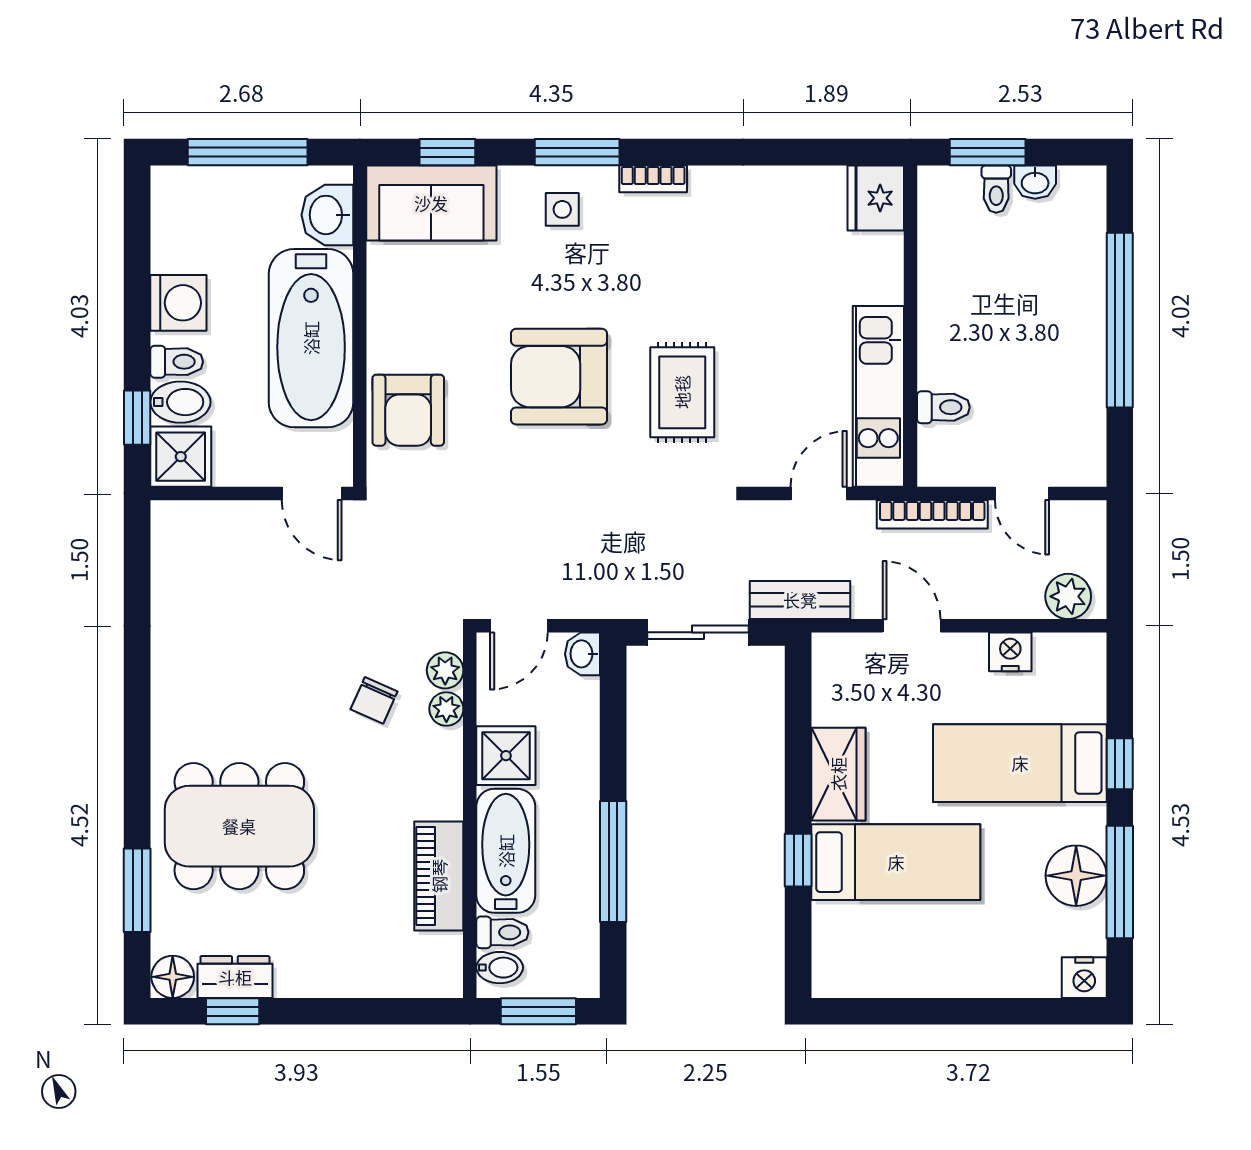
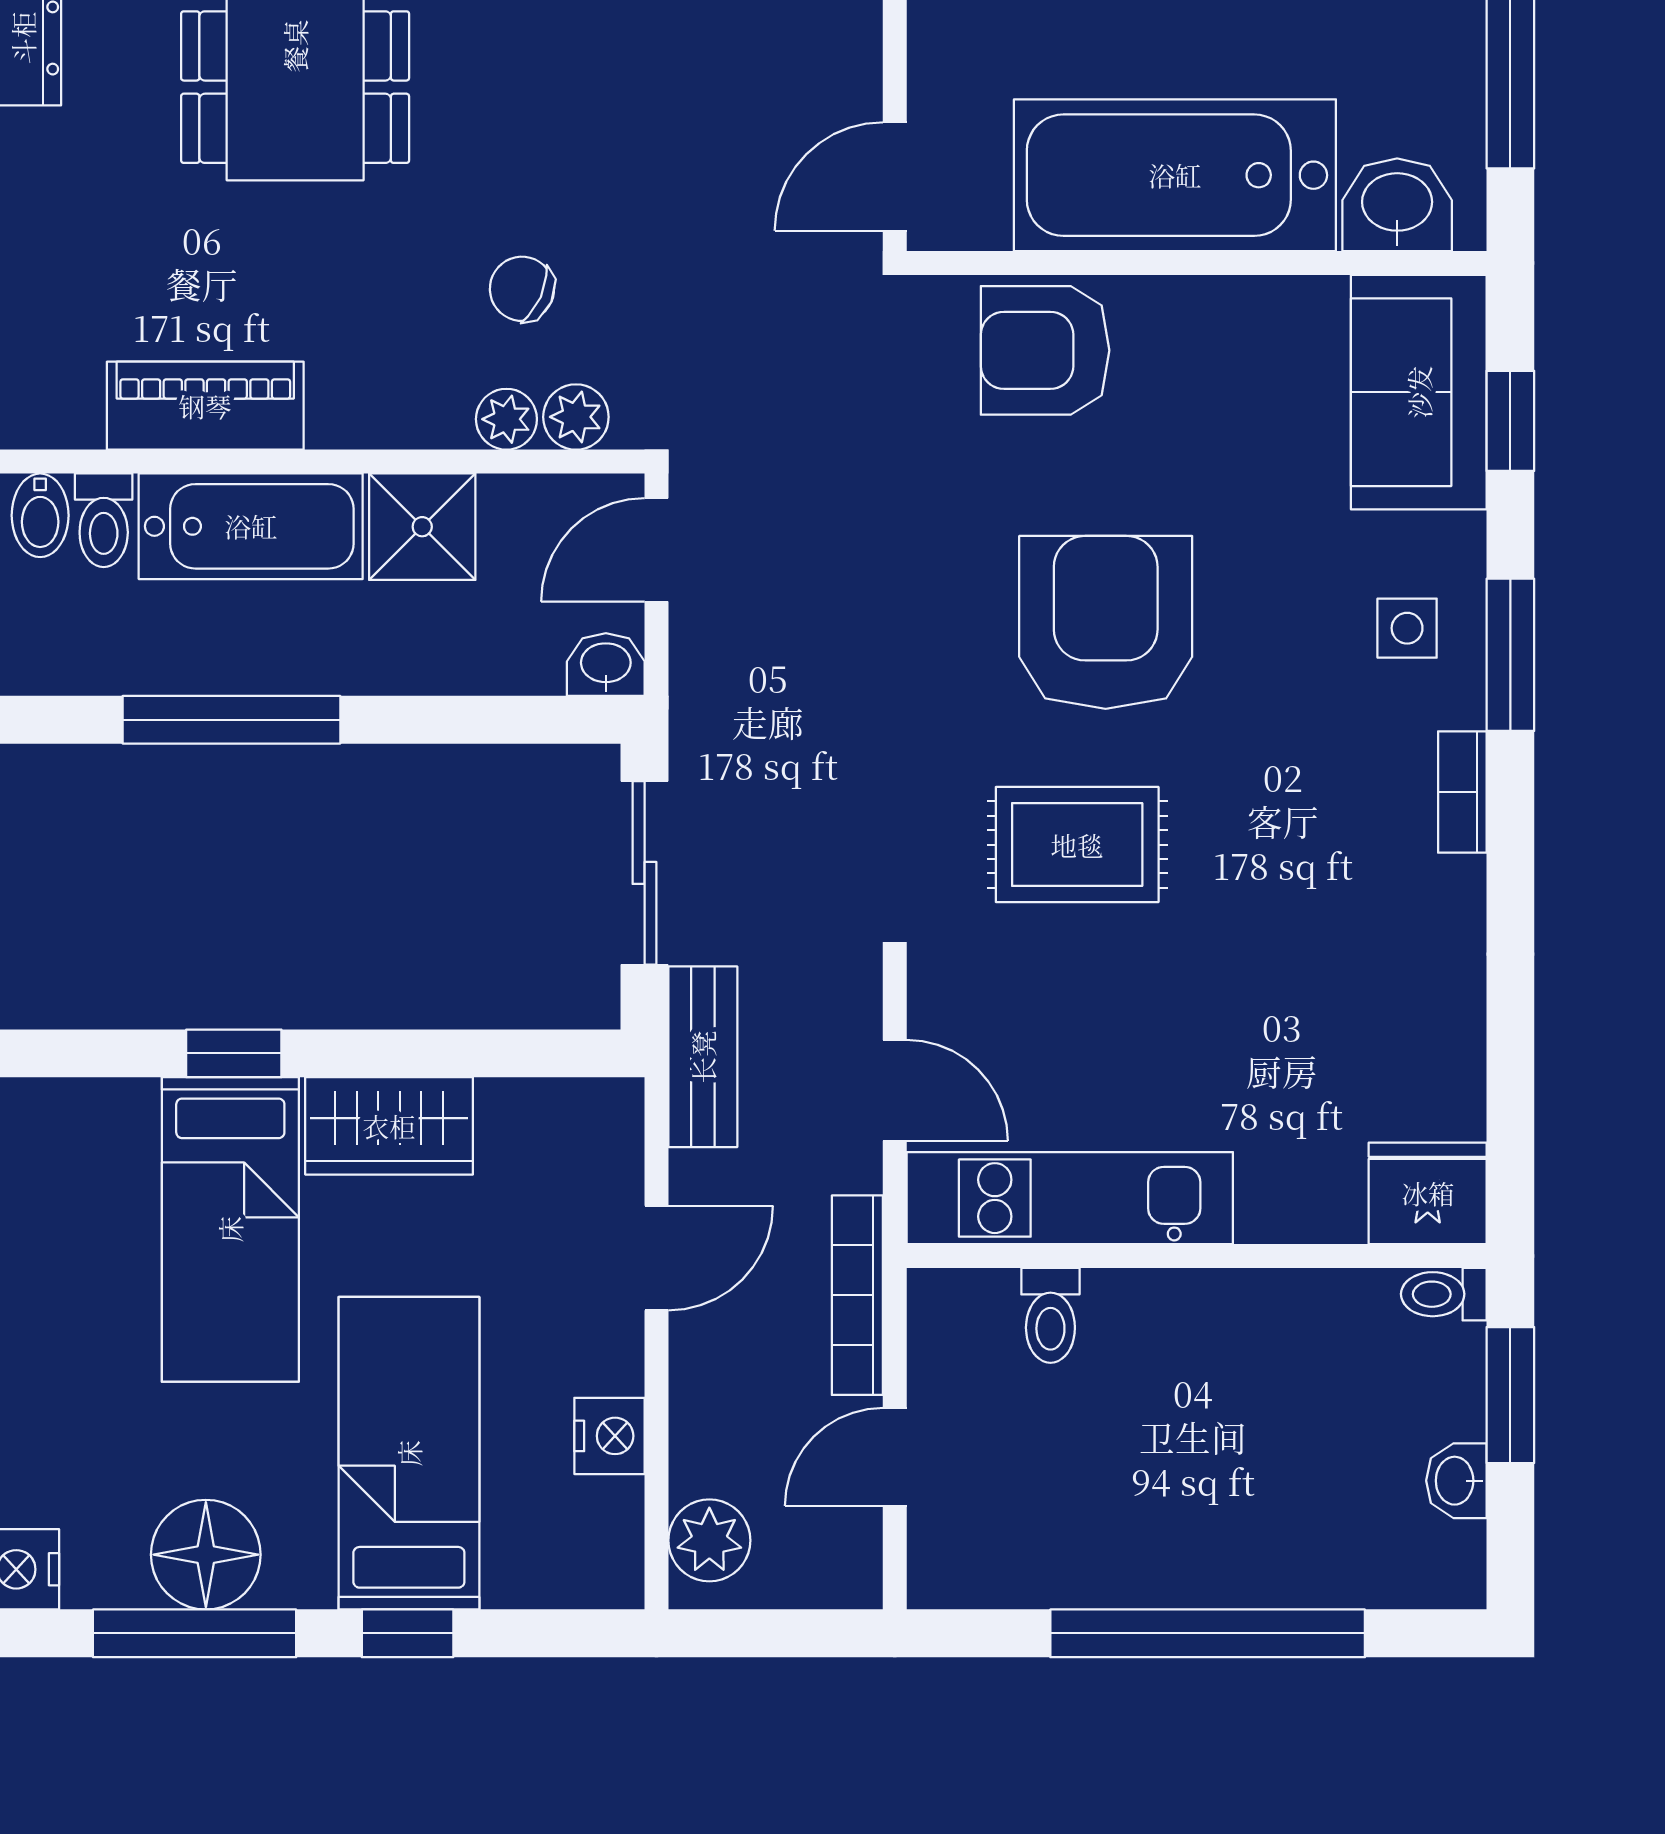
toilet: (996, 189) -> (1444, 1294), moved
door: (519, 626) -> (656, 550), hinge flipped

